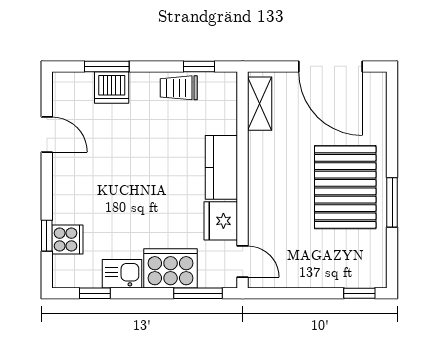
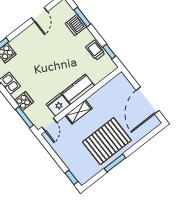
shelving: (260, 104) -> (79, 112), moved
cooker: (171, 268) -> (24, 101), width x0.53, depth x0.76

